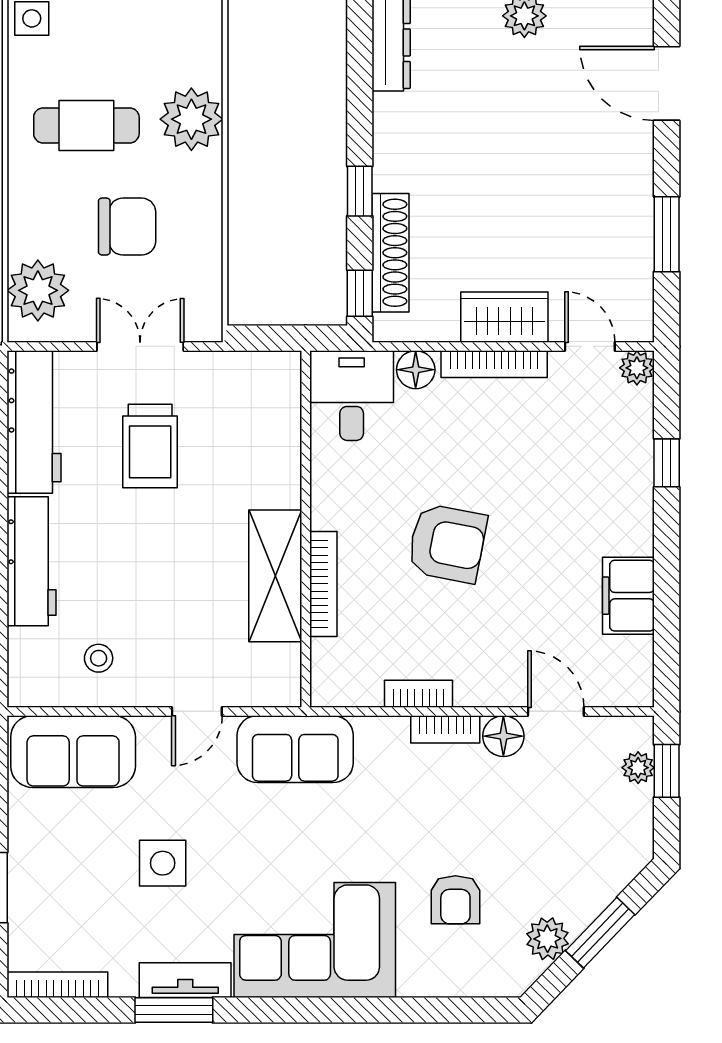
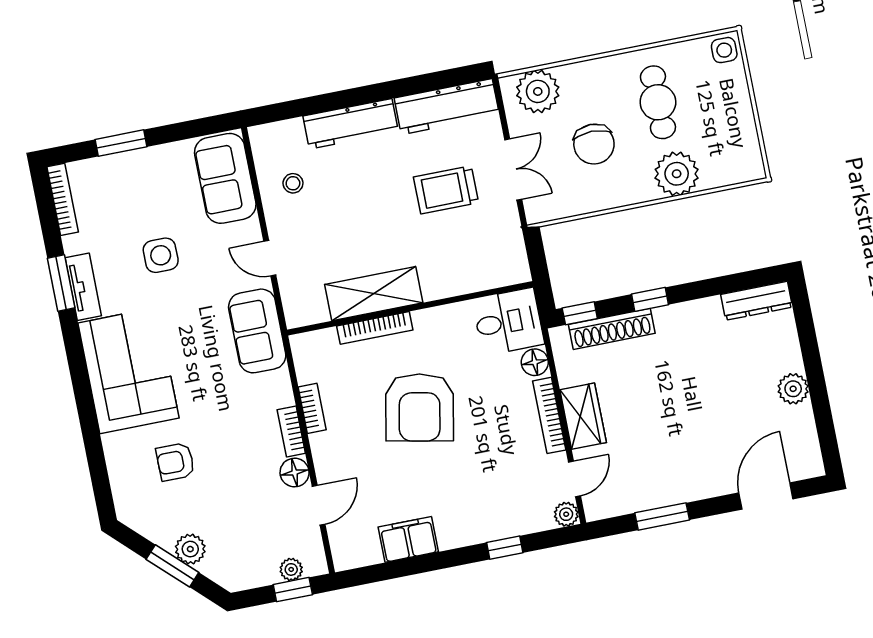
armchair: (447, 543) -> (420, 407), width x1.36, depth x1.36
plant: (547, 939) -> (190, 549), moved

